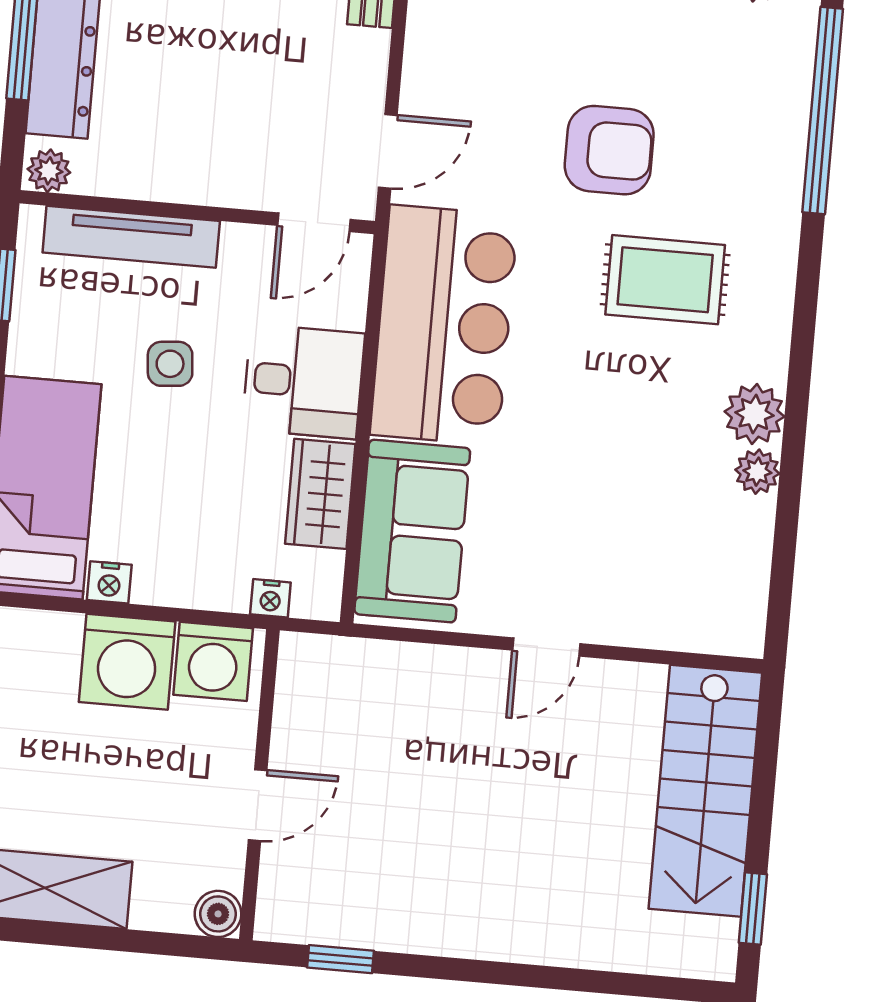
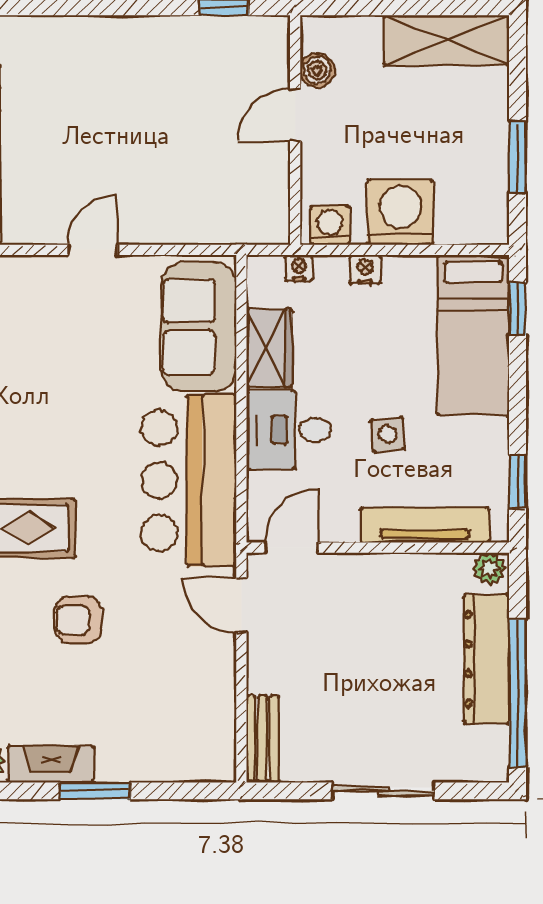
armchair: (609, 150) -> (78, 620), width x0.72, depth x0.72
door: (388, 151) -> (241, 605), hinge flipped
nightstand: (109, 582) -> (365, 269), moved
washing machine: (213, 661) -> (330, 225), width x0.73, depth x0.73
boiler: (218, 914) -> (317, 70), moved

